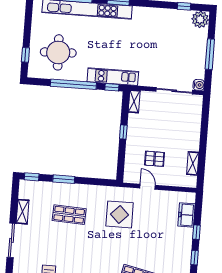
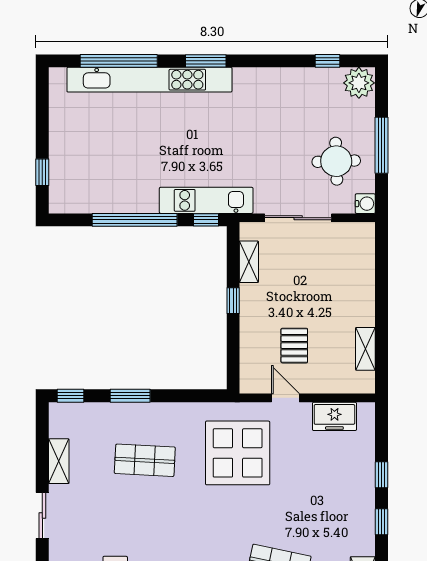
round table: (58, 52) -> (336, 161), moved, width x0.73, depth x0.73
sliding door: (174, 91) -> (298, 218), moved
shelving: (134, 101) -> (249, 262), moved
pallet: (155, 159) -> (294, 346), turned 90
display table: (120, 214) -> (238, 453), width x1.36, depth x1.36
freezer: (187, 215) -> (334, 416), moved, turned -90
sliding door: (11, 240) -> (42, 515), width x0.73

